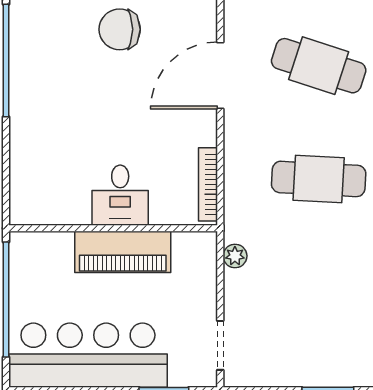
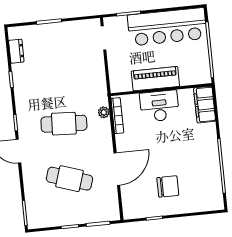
filing cabinet: (28, 189) -> (205, 105), added
desk: (120, 195) -> (159, 106), width x1.37
plant: (235, 256) -> (104, 112), moved

